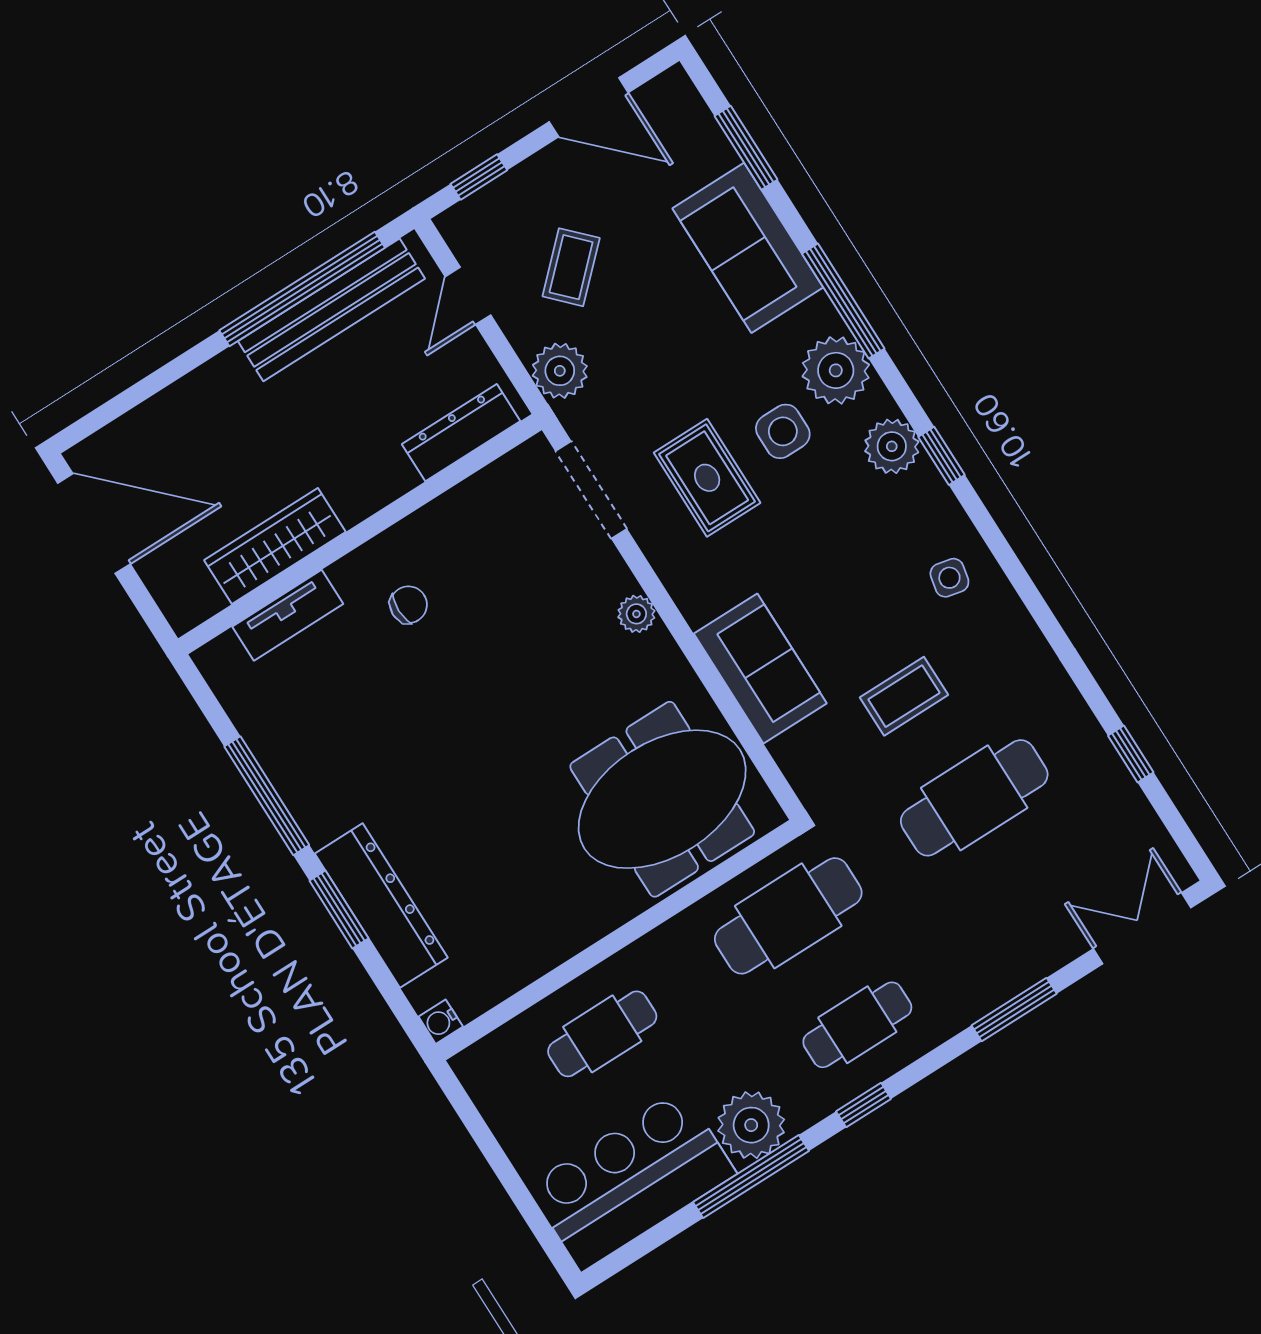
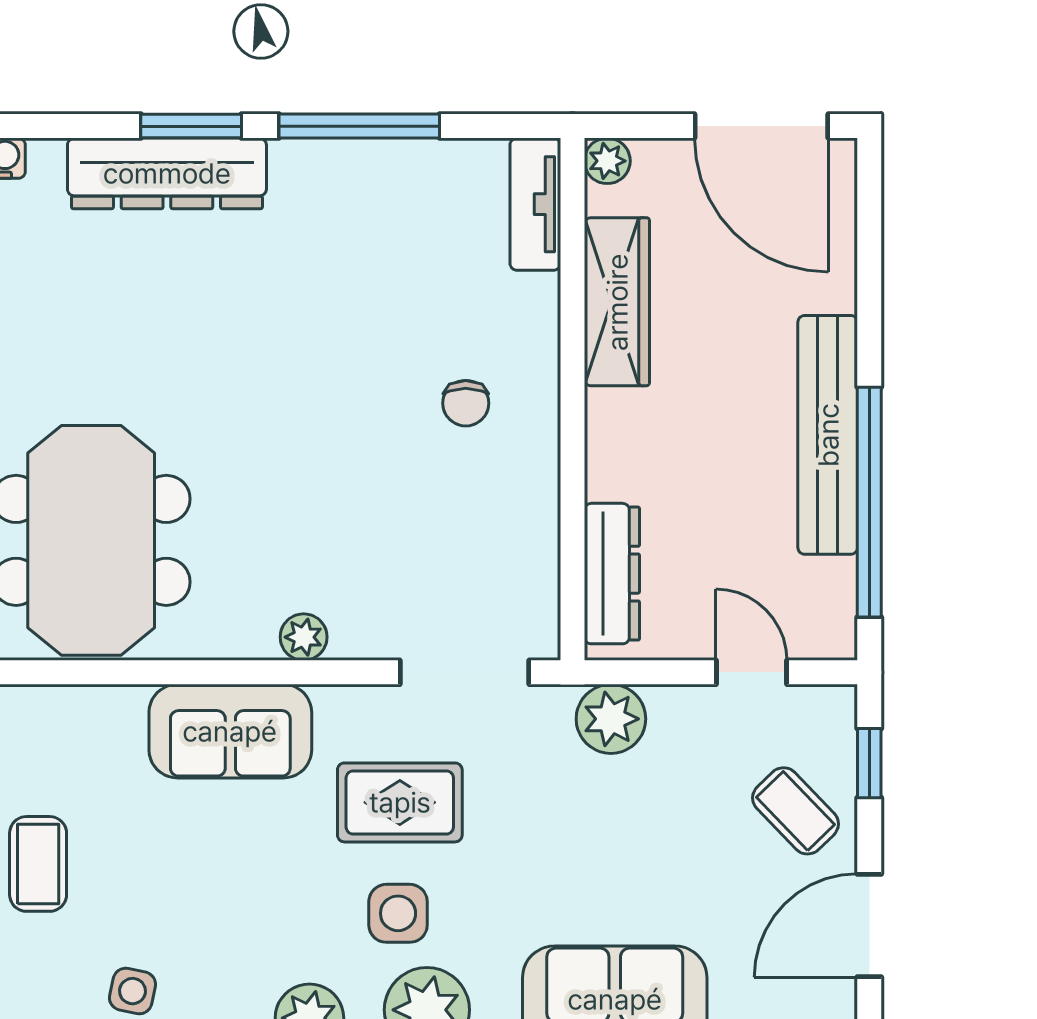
coffee table: (571, 267) -> (796, 811), moved
bench: (331, 310) -> (828, 435), moved
door: (94, 524) -> (761, 126), hinge flipped
plant: (184, 613) -> (607, 161), added
tv unit: (288, 615) -> (535, 204), moved
sofa: (760, 669) -> (230, 731), moved

